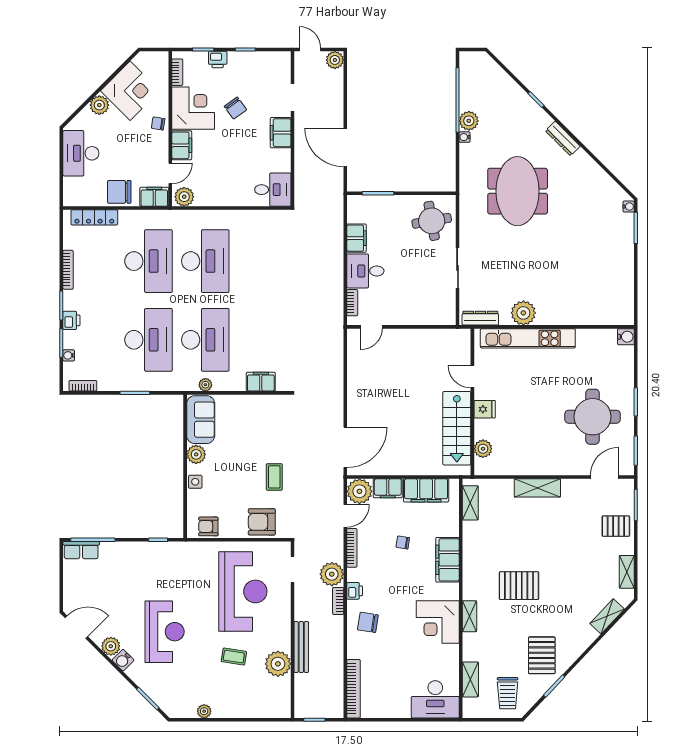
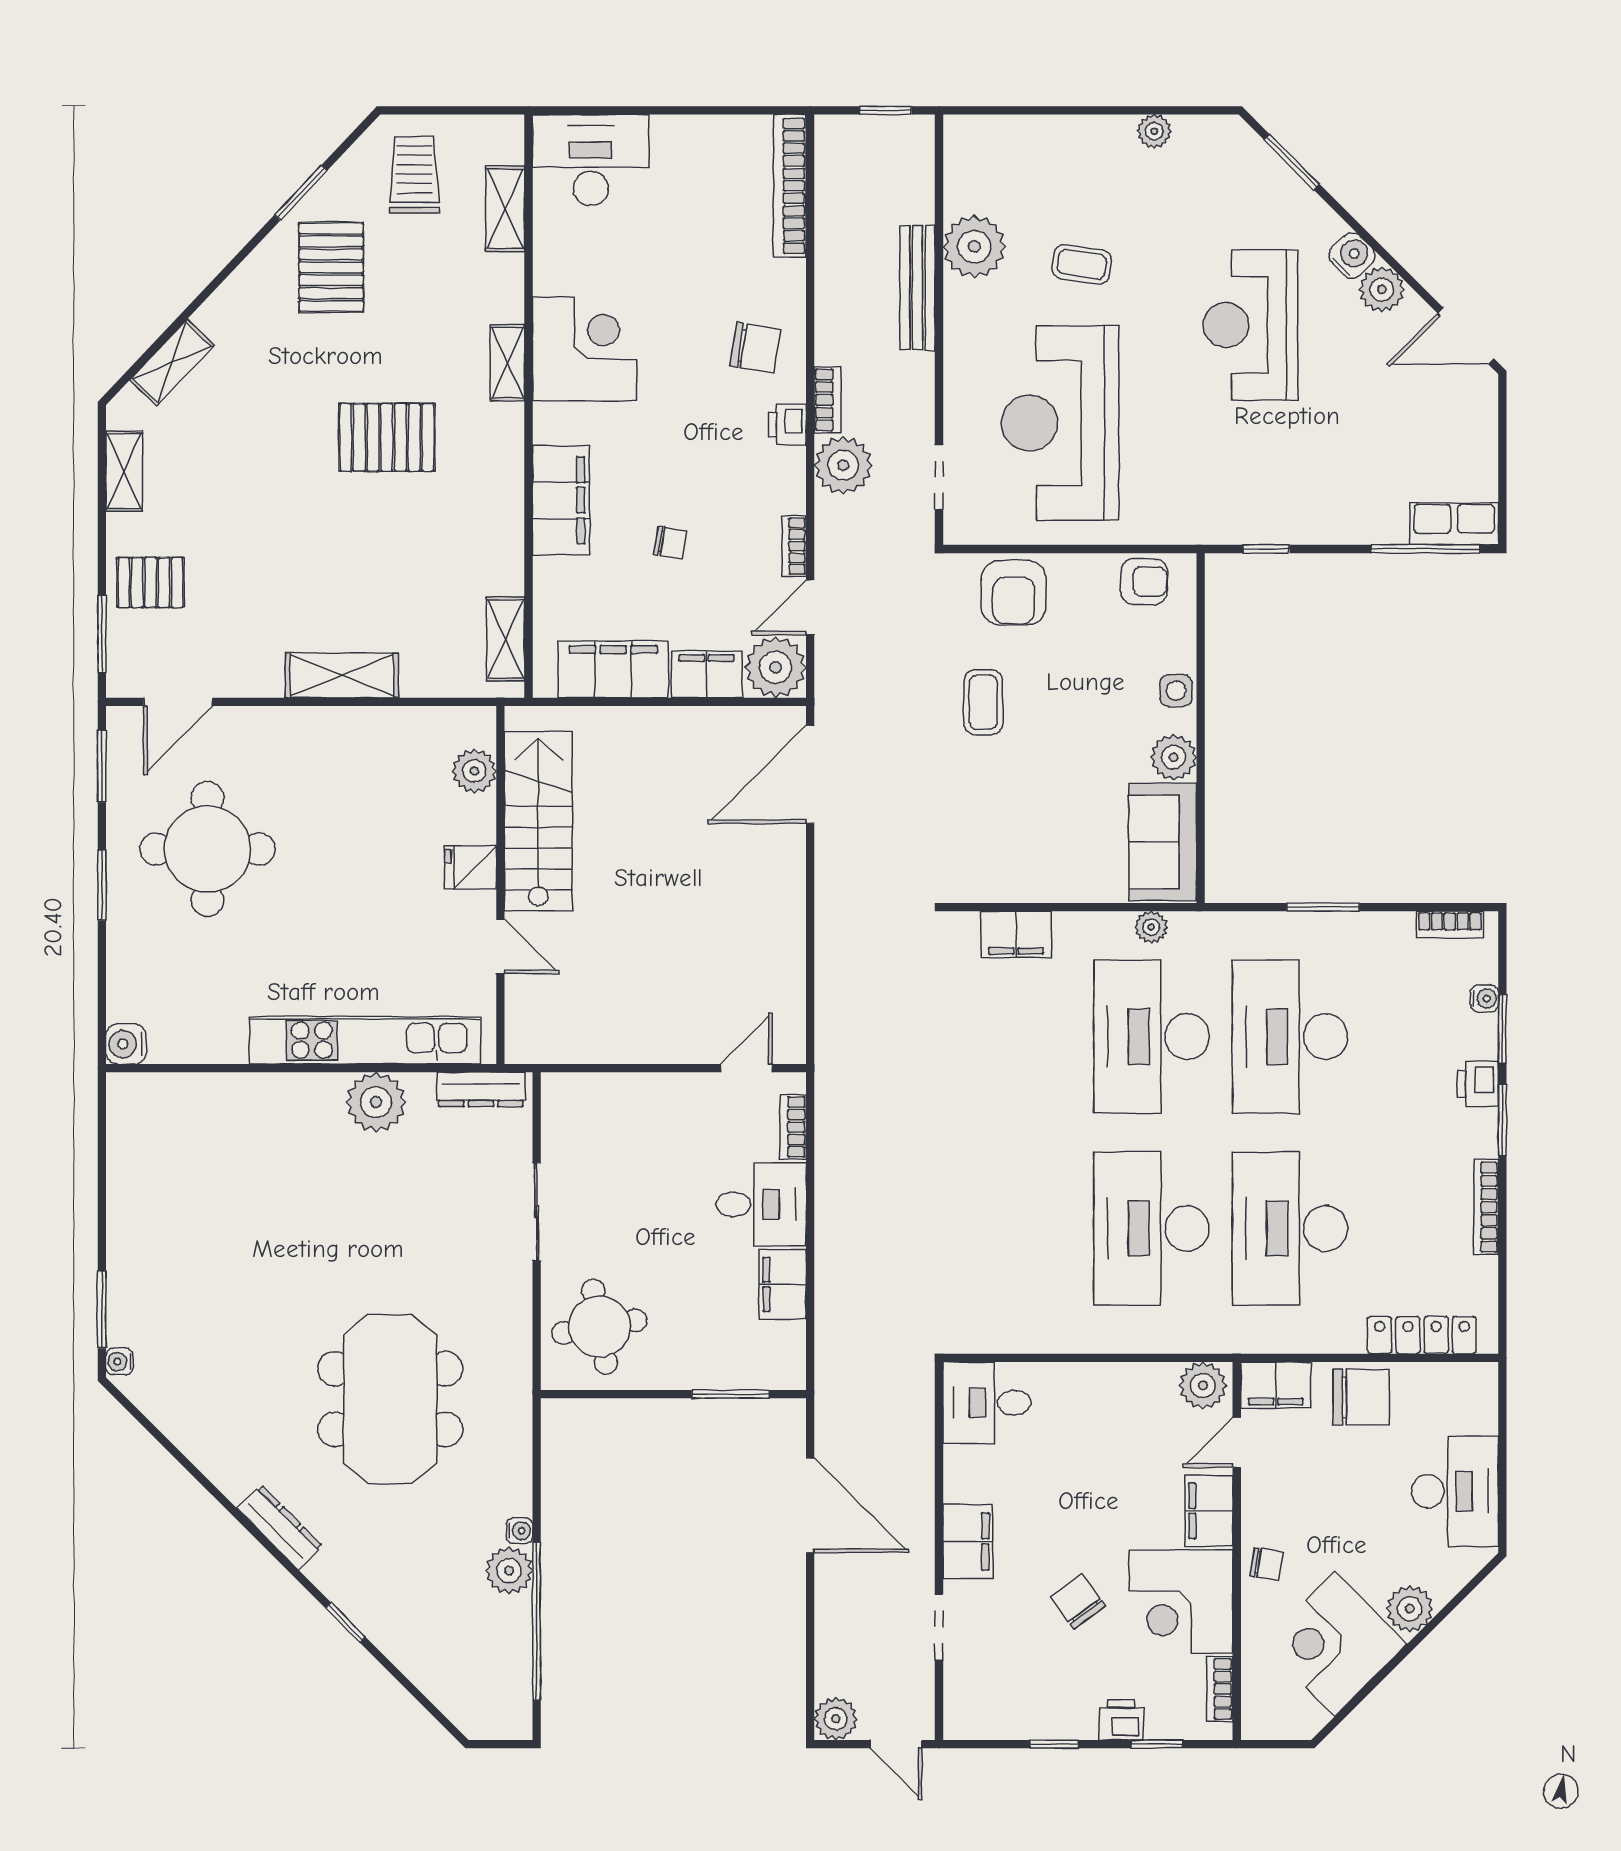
armchair: (262, 522) -> (1014, 593), turned 90
bookcase: (352, 548) -> (794, 546), width x0.64

